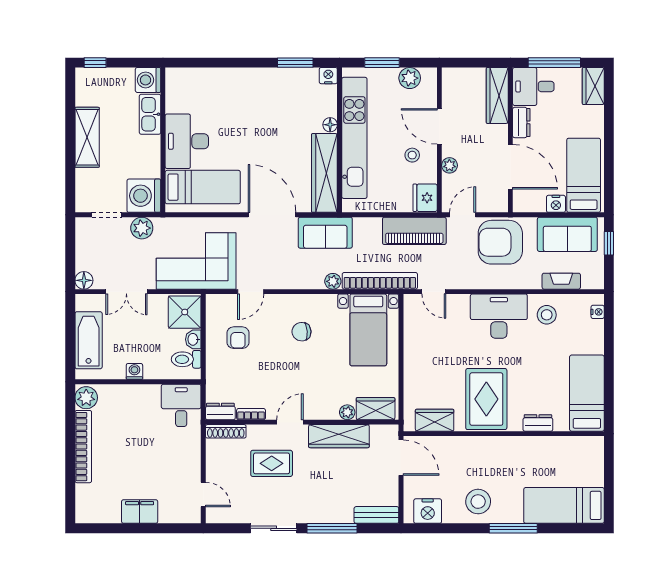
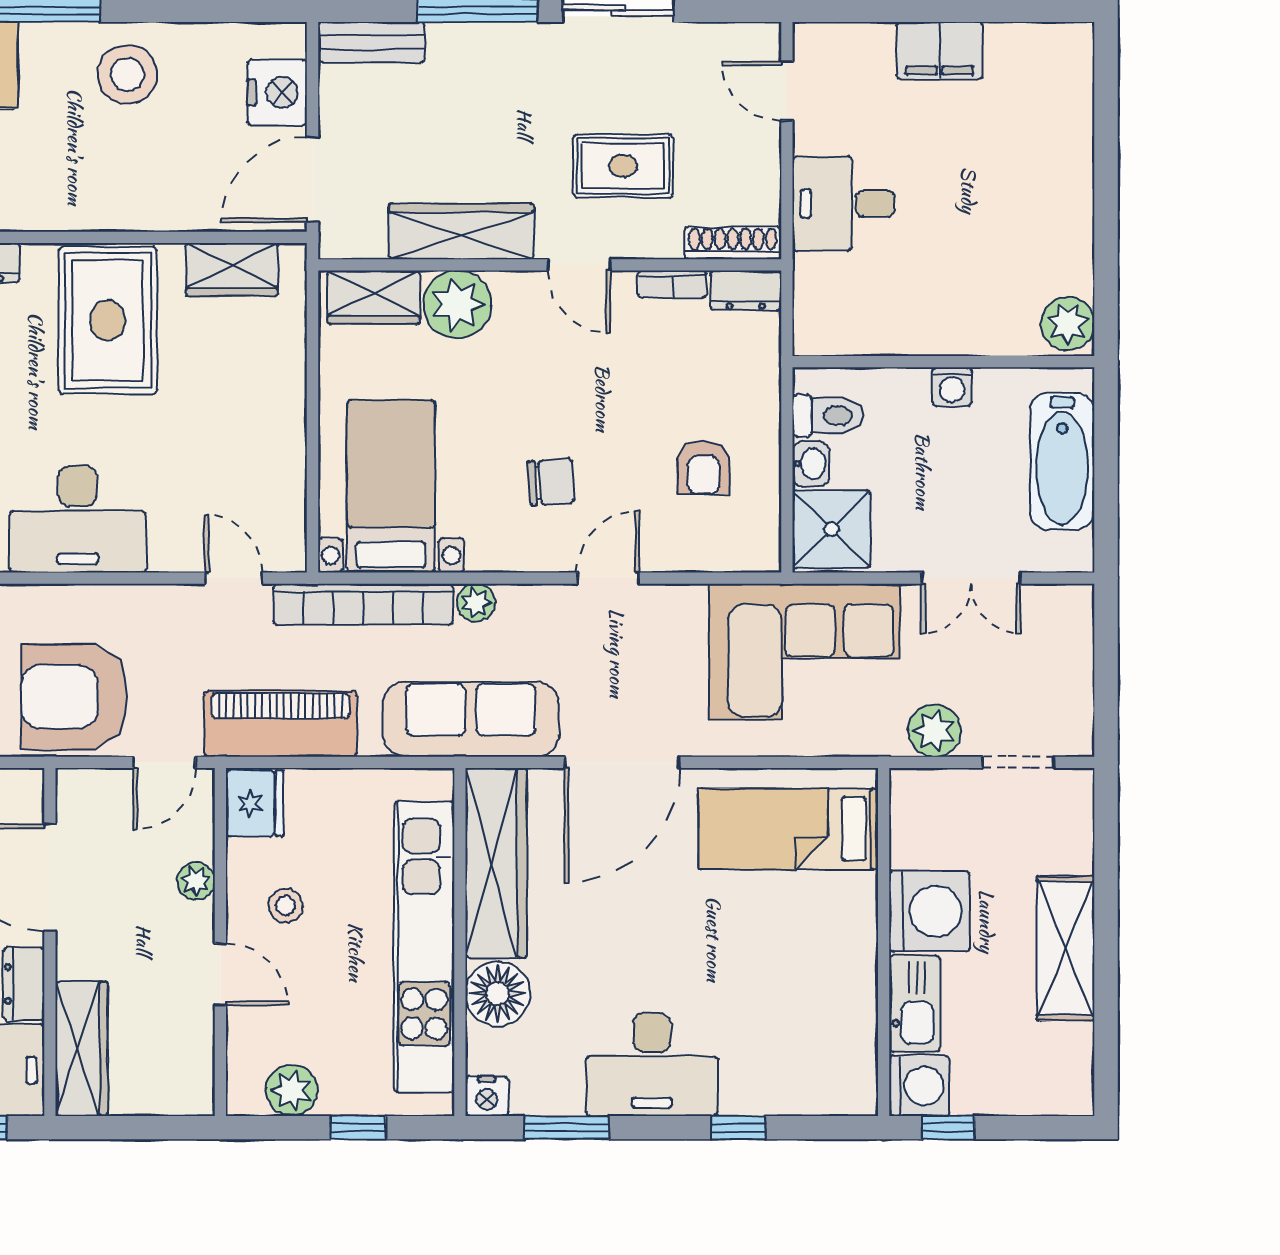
window: (95, 63) -> (948, 1128), moved
window: (223, 63) -> (739, 1128), added
window: (382, 63) -> (358, 1128), width x0.67
floor lamp: (330, 125) -> (498, 994), width x1.89, depth x1.89
door: (439, 126) -> (220, 975), width x0.73
desk: (187, 141) -> (652, 1064), moved, turned 90
washing machine: (144, 196) -> (929, 911), moved
door: (272, 215) -> (622, 762), hinge flipped
sofa: (325, 233) -> (471, 719), width x1.36
armchair: (500, 242) -> (74, 697), turned 180
floor lamp: (84, 280) -> (1073, 605), removed
double door: (126, 292) -> (971, 578), swing flipped
door: (251, 292) -> (608, 578), moved
armchair: (238, 338) -> (704, 468), turned 180
desk: (181, 405) -> (844, 204), moved, turned 90
plant: (347, 412) -> (457, 304), width x1.87, depth x1.87
door: (290, 422) -> (579, 265), hinge flipped
bookcase: (83, 447) -> (1075, 206), removed
door: (401, 458) -> (312, 180), hinge flipped
nightstand: (428, 511) -> (277, 92), moved, turned 90

